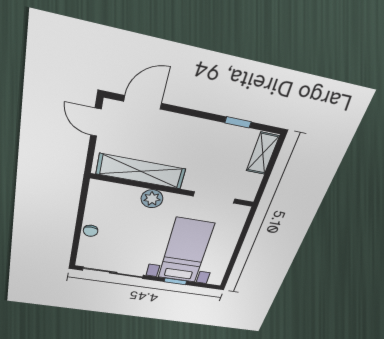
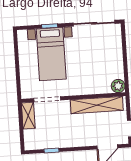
shelving: (263, 153) -> (28, 116), moved
plant: (152, 199) -> (118, 86), moved
chair: (91, 231) -> (117, 54), removed

